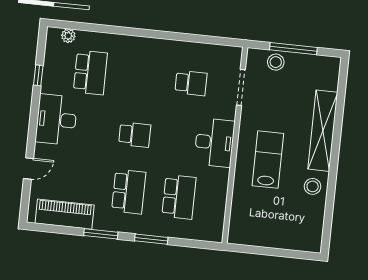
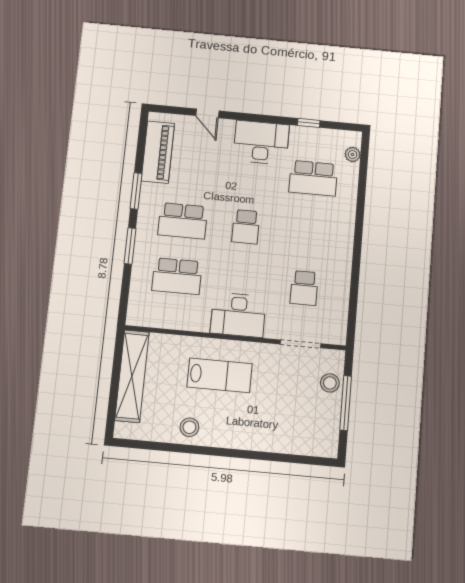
shelving: (323, 131) -> (132, 376), moved, turned 90

